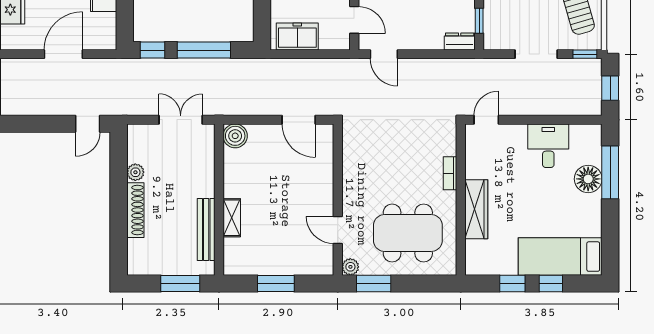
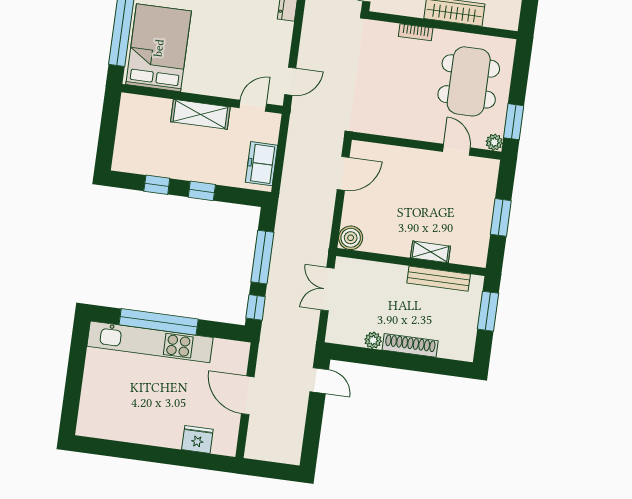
door: (338, 230) -> (456, 150), swing flipped

